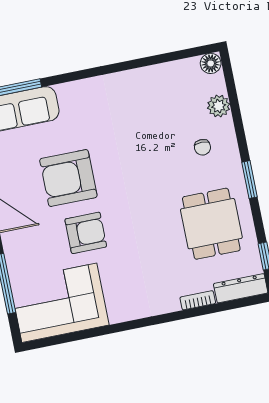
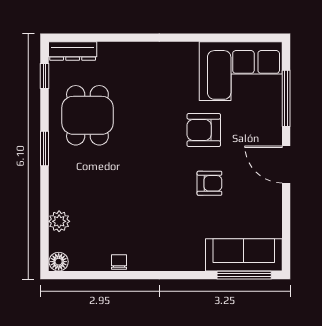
chair: (202, 147) -> (119, 262), moved
armchair: (68, 178) -> (209, 183), width x0.53, depth x0.53
bookcase: (198, 300) -> (114, 48), removed

